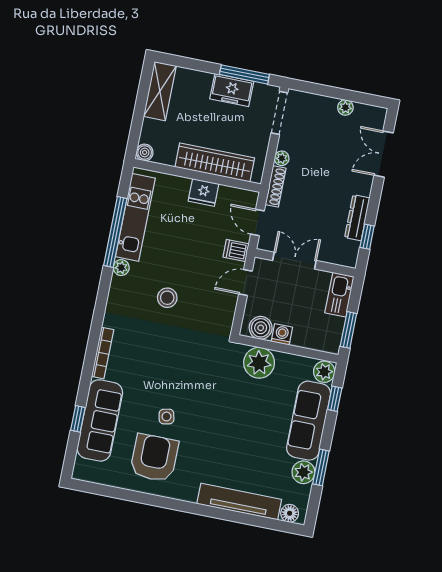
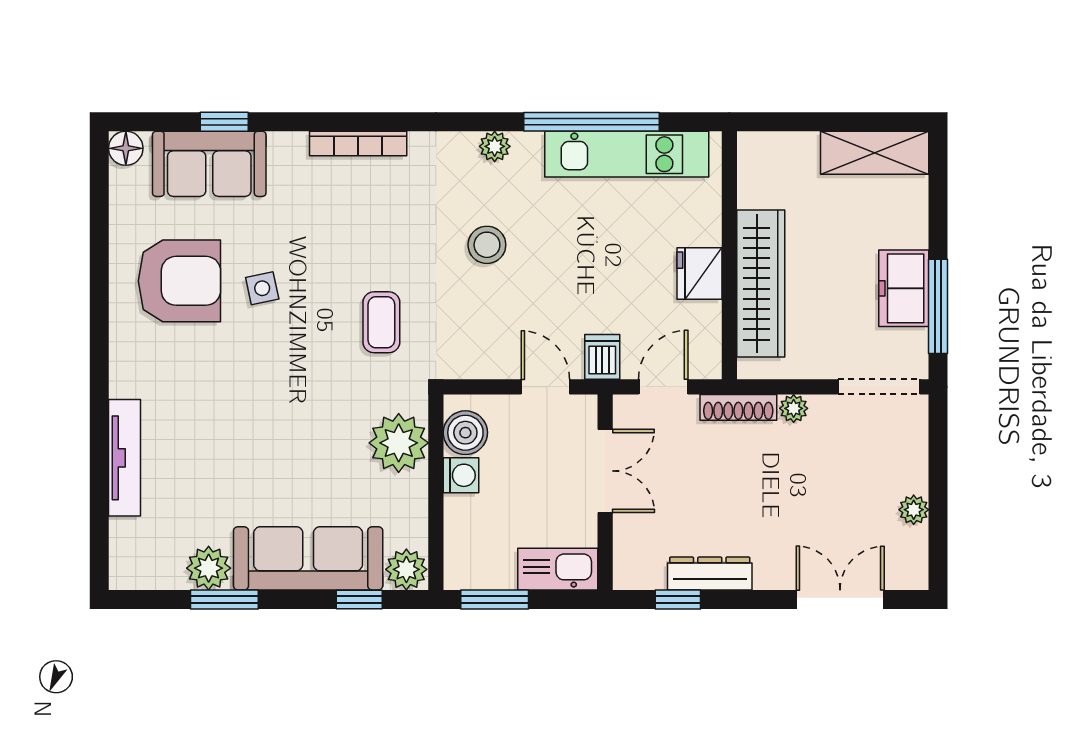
boiler: (145, 152) -> (753, 147), removed
plant: (121, 268) -> (495, 146), moved
coffee table: (196, 359) -> (381, 322), added
sofa: (100, 420) -> (209, 164), width x0.73
tv unit: (239, 502) -> (124, 458), width x0.73, depth x0.78
floor lamp: (290, 513) -> (126, 148), moved

